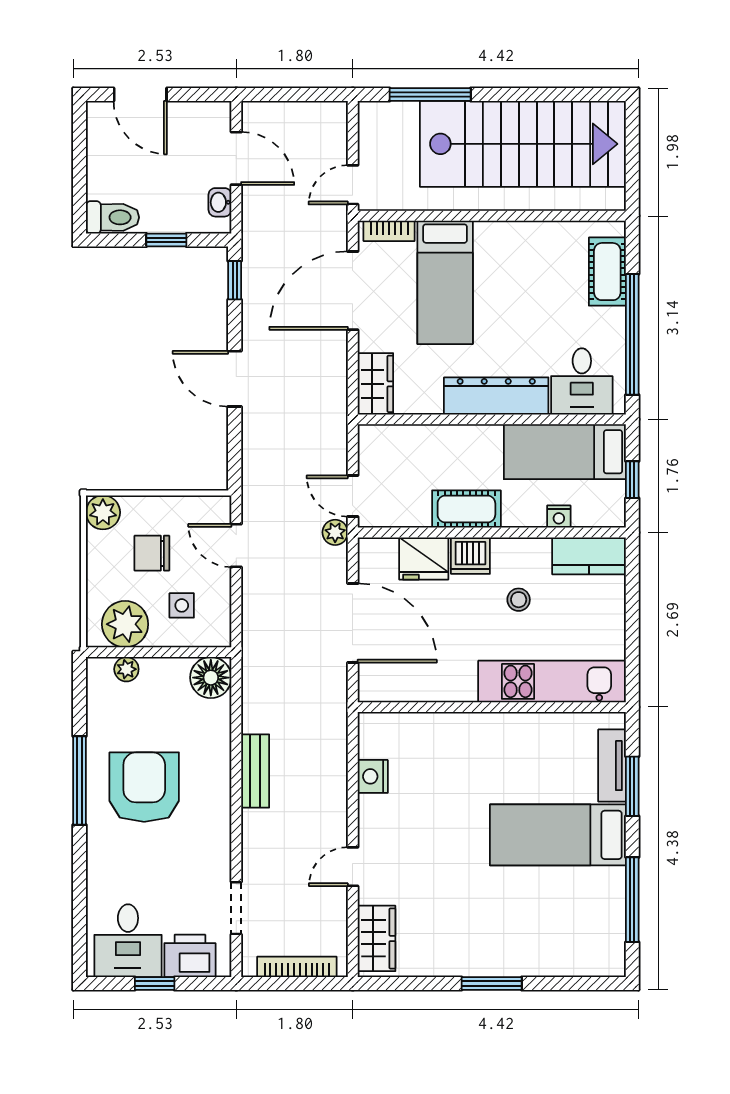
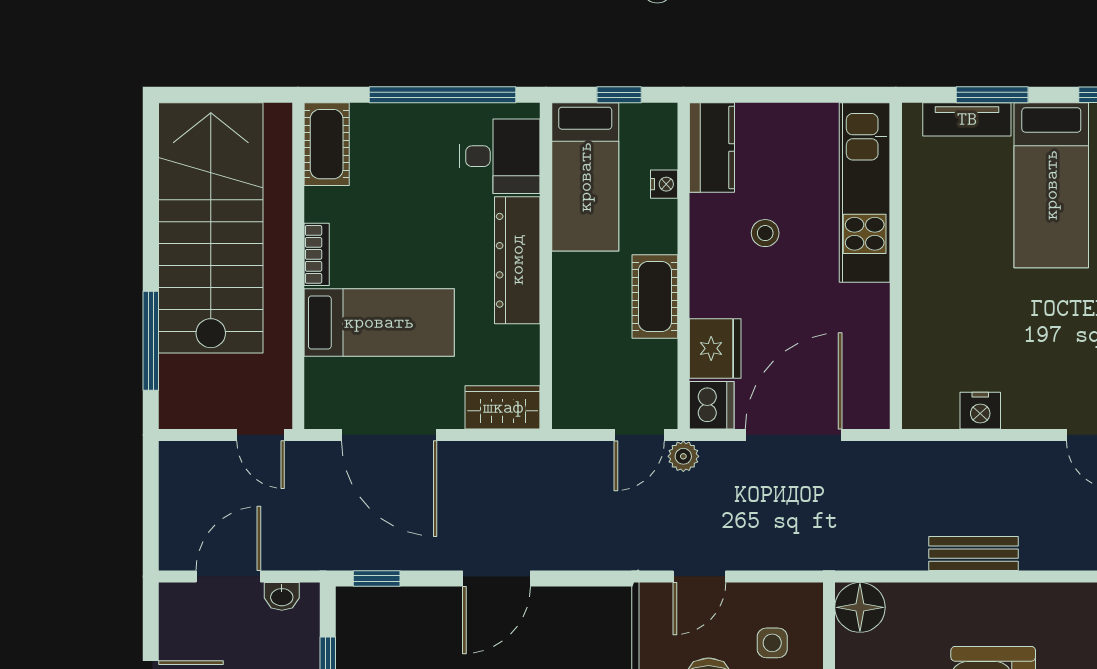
bookcase: (389, 231) -> (317, 254), moved
cot: (607, 272) -> (327, 144), moved, turned 90
dishwasher: (470, 556) -> (712, 405), moved

